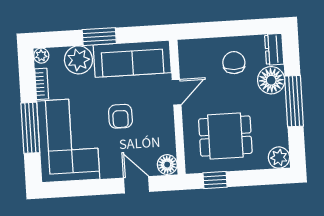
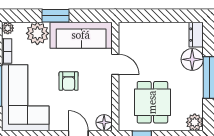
chair: (234, 63) -> (163, 43), removed
door: (177, 92) -> (115, 64), hinge flipped
dining table: (225, 136) -> (152, 102), turned 90

